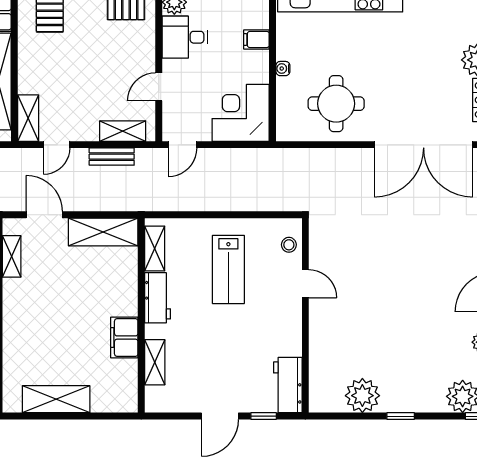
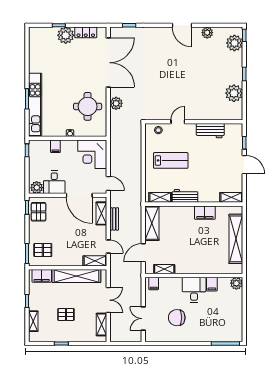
door: (159, 87) -> (79, 195), width x1.88
plant: (342, 161) -> (116, 103), added
shelving: (155, 362) -> (231, 197), moved
workbench: (288, 385) -> (210, 131), moved
shelving: (56, 399) -> (236, 239), width x1.47

